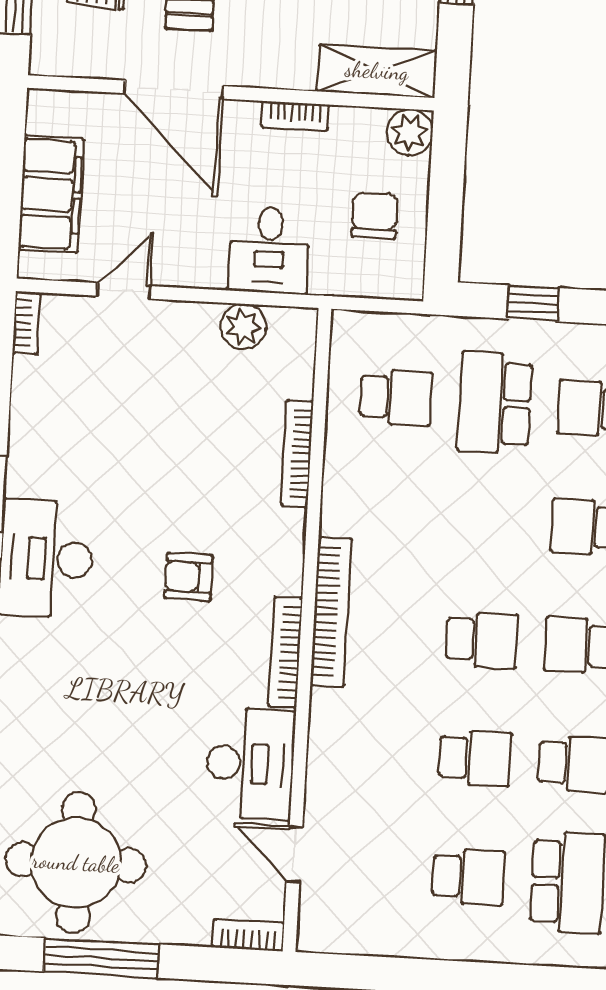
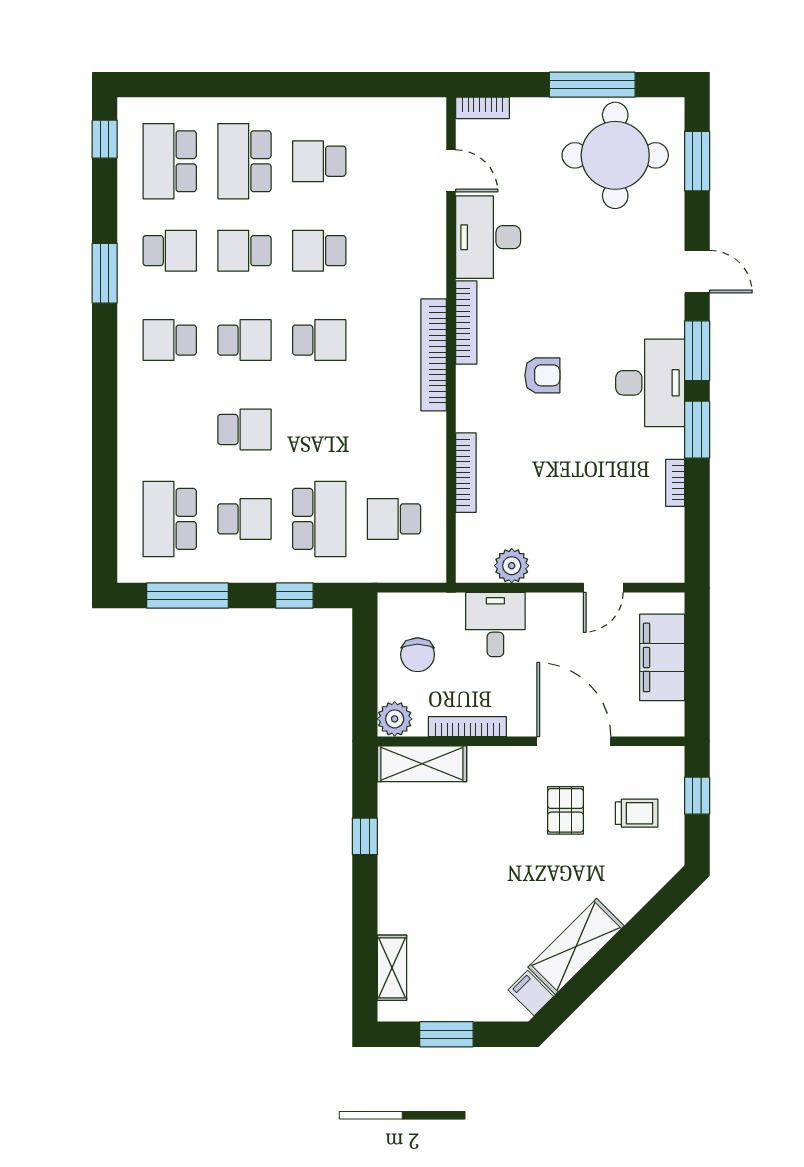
bookcase: (295, 116) -> (467, 727), width x1.56
bookcase: (26, 323) -> (675, 483), moved
school desk: (482, 640) -> (319, 340), turned 180

